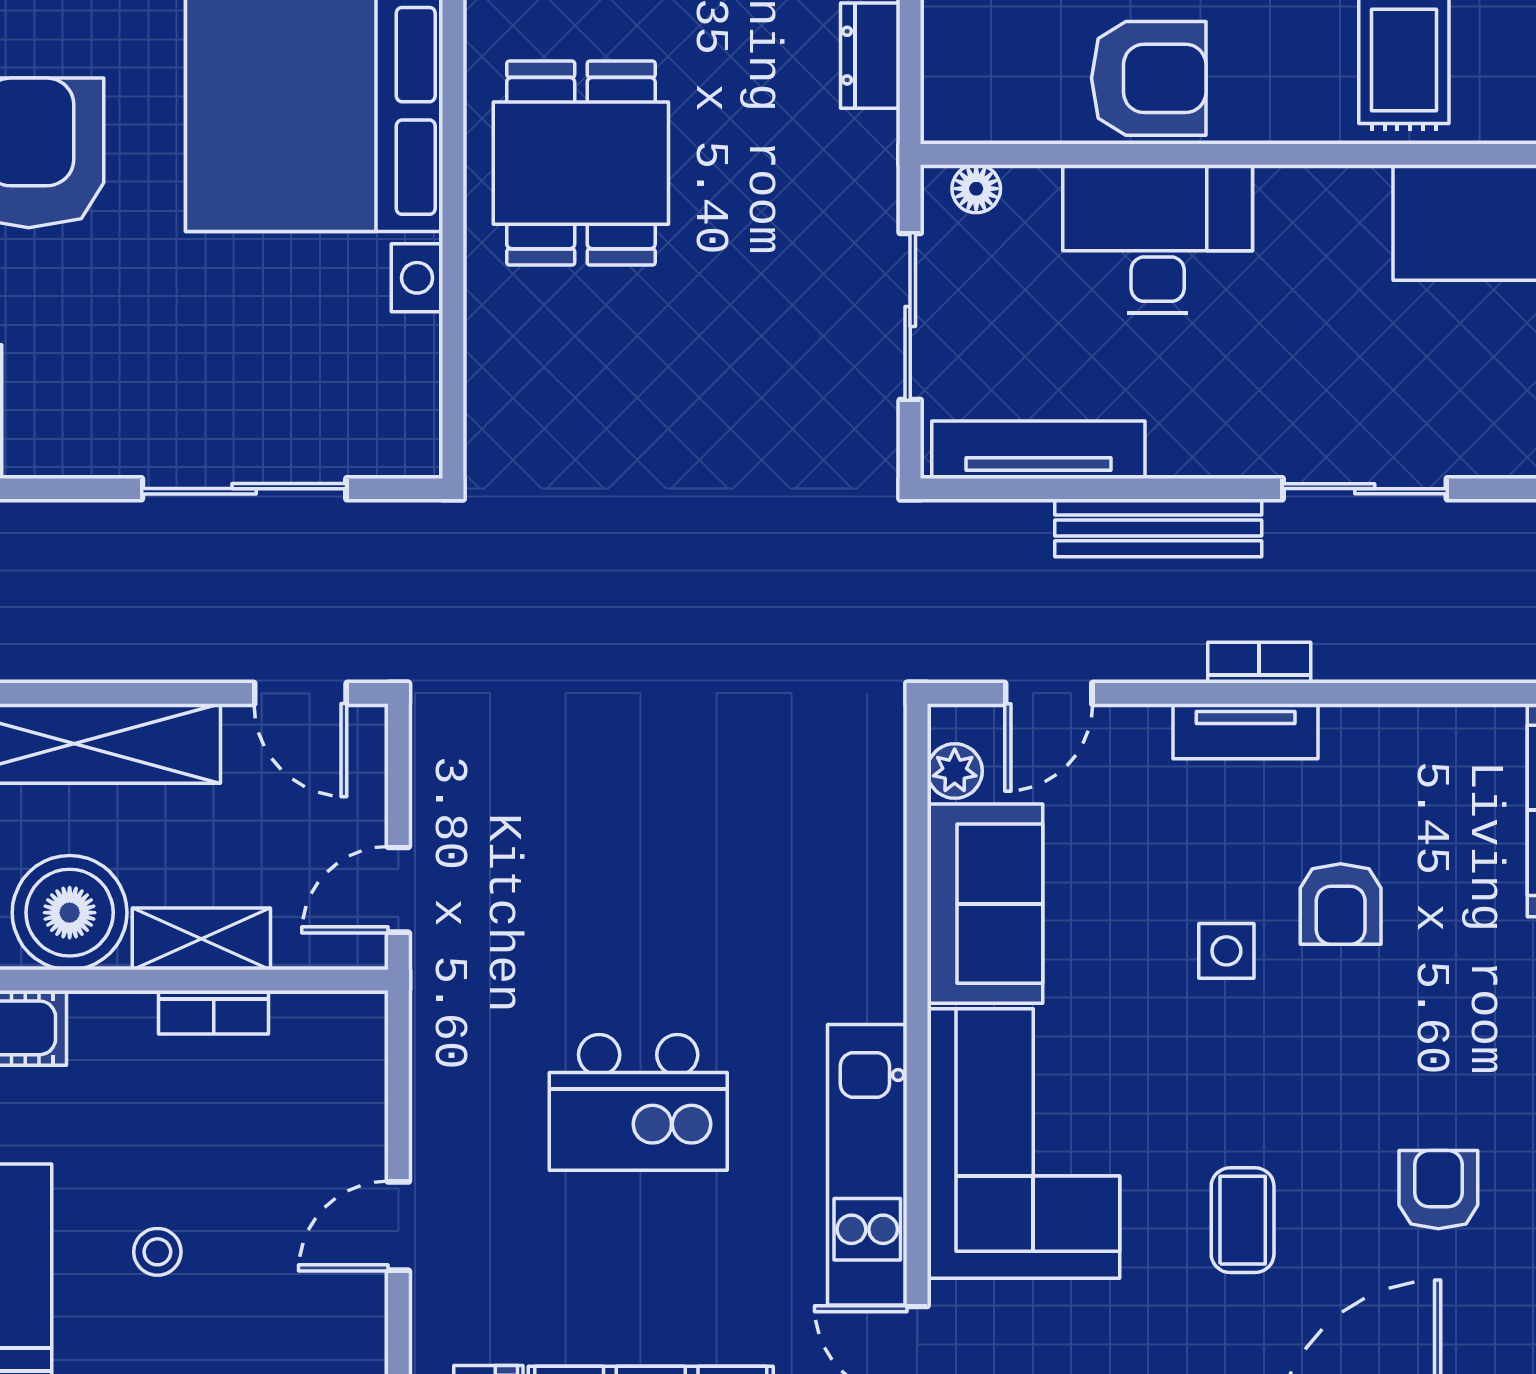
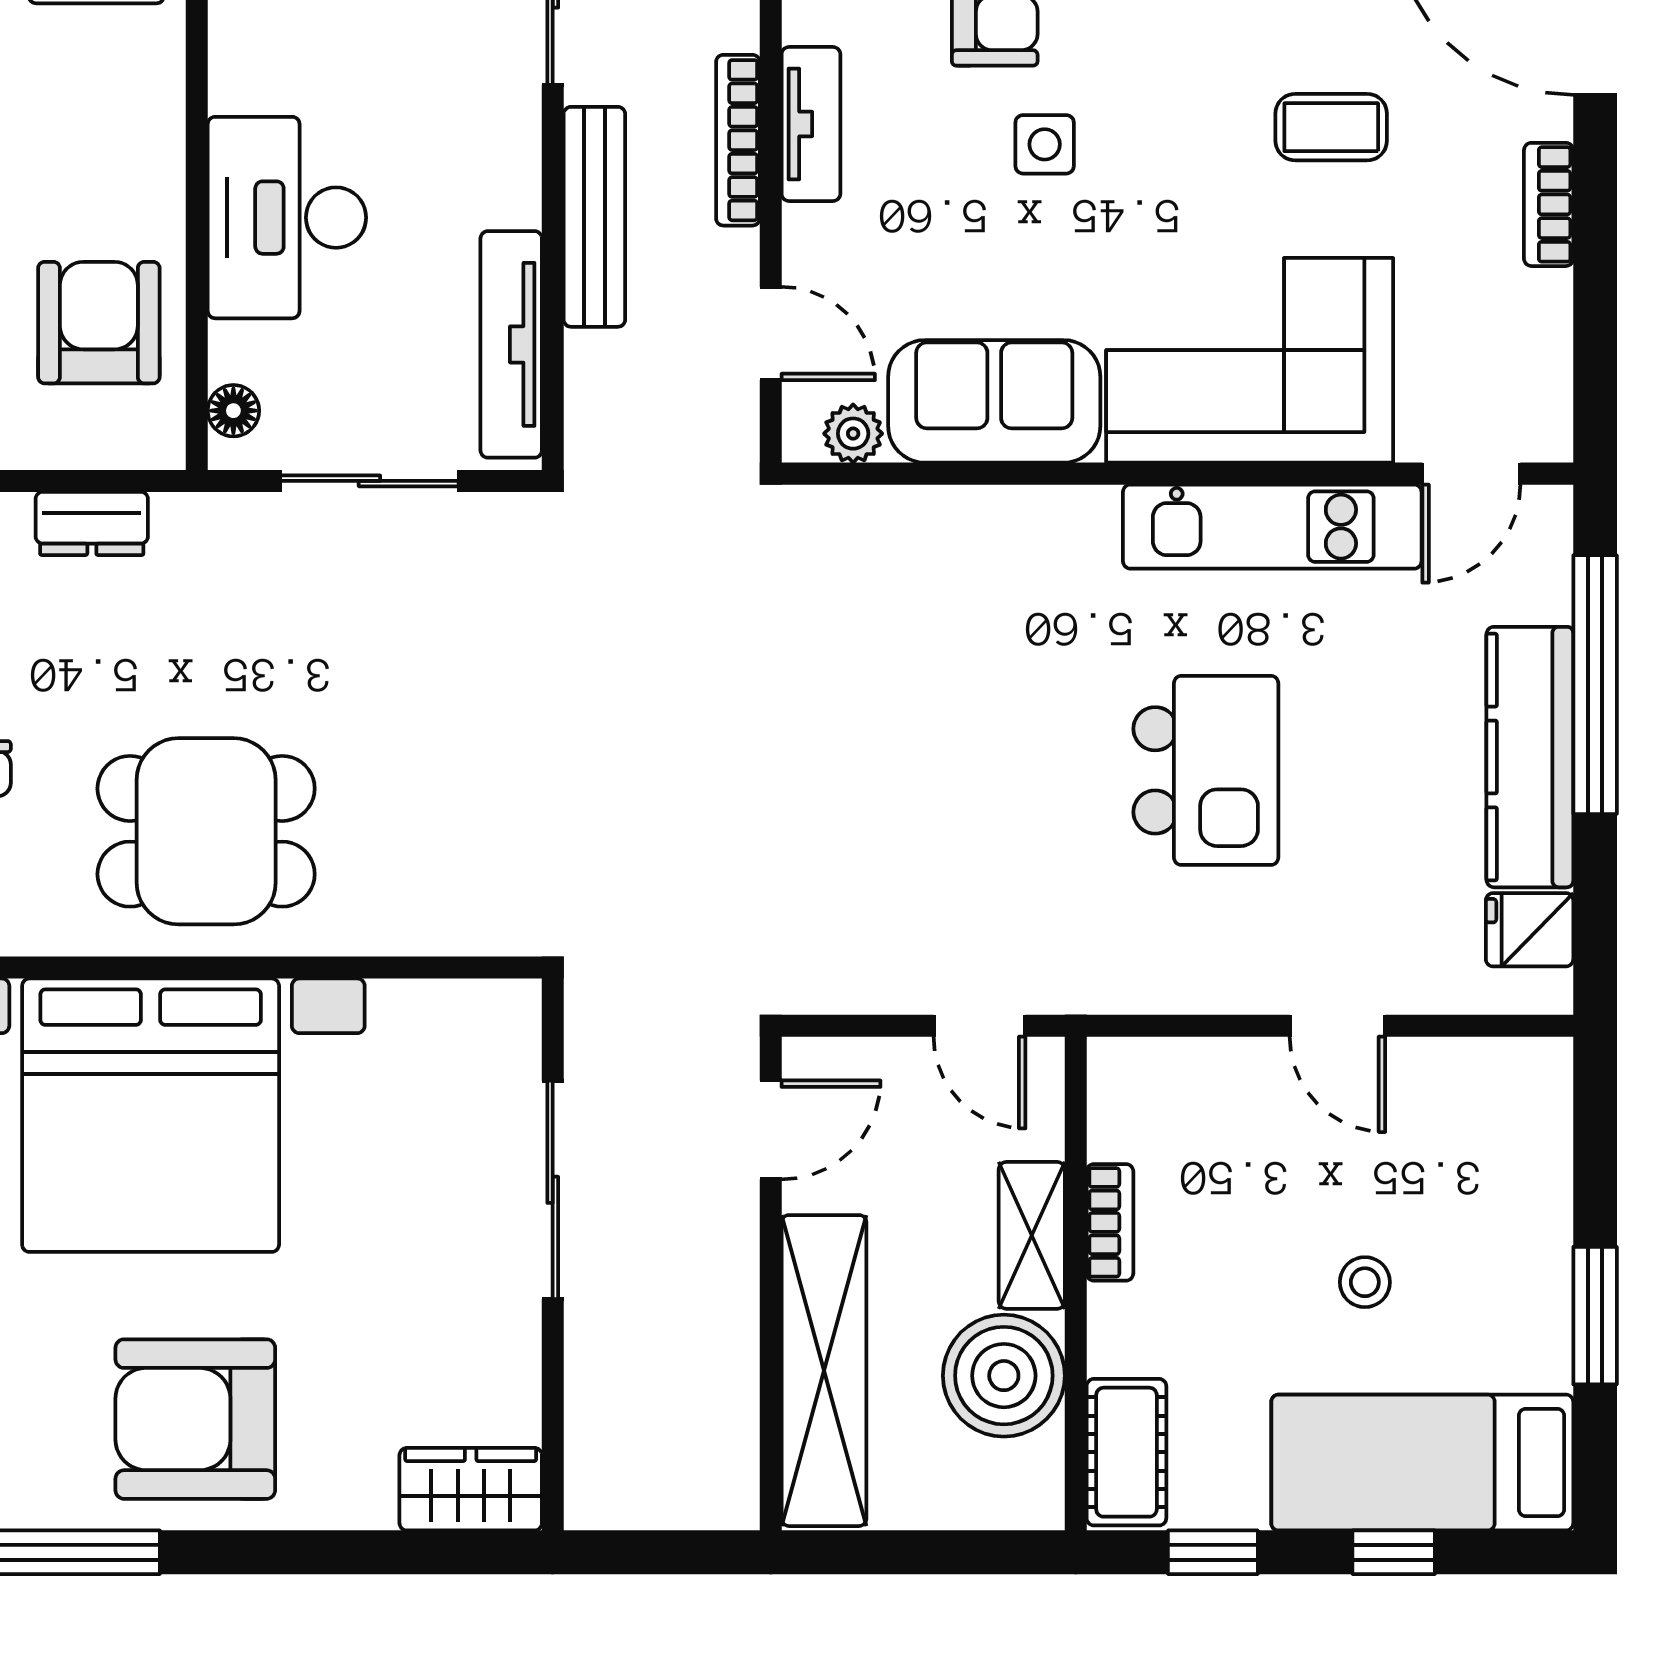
armchair: (1149, 78) -> (99, 323), moved
bookcase: (1259, 663) -> (738, 140), width x1.56

